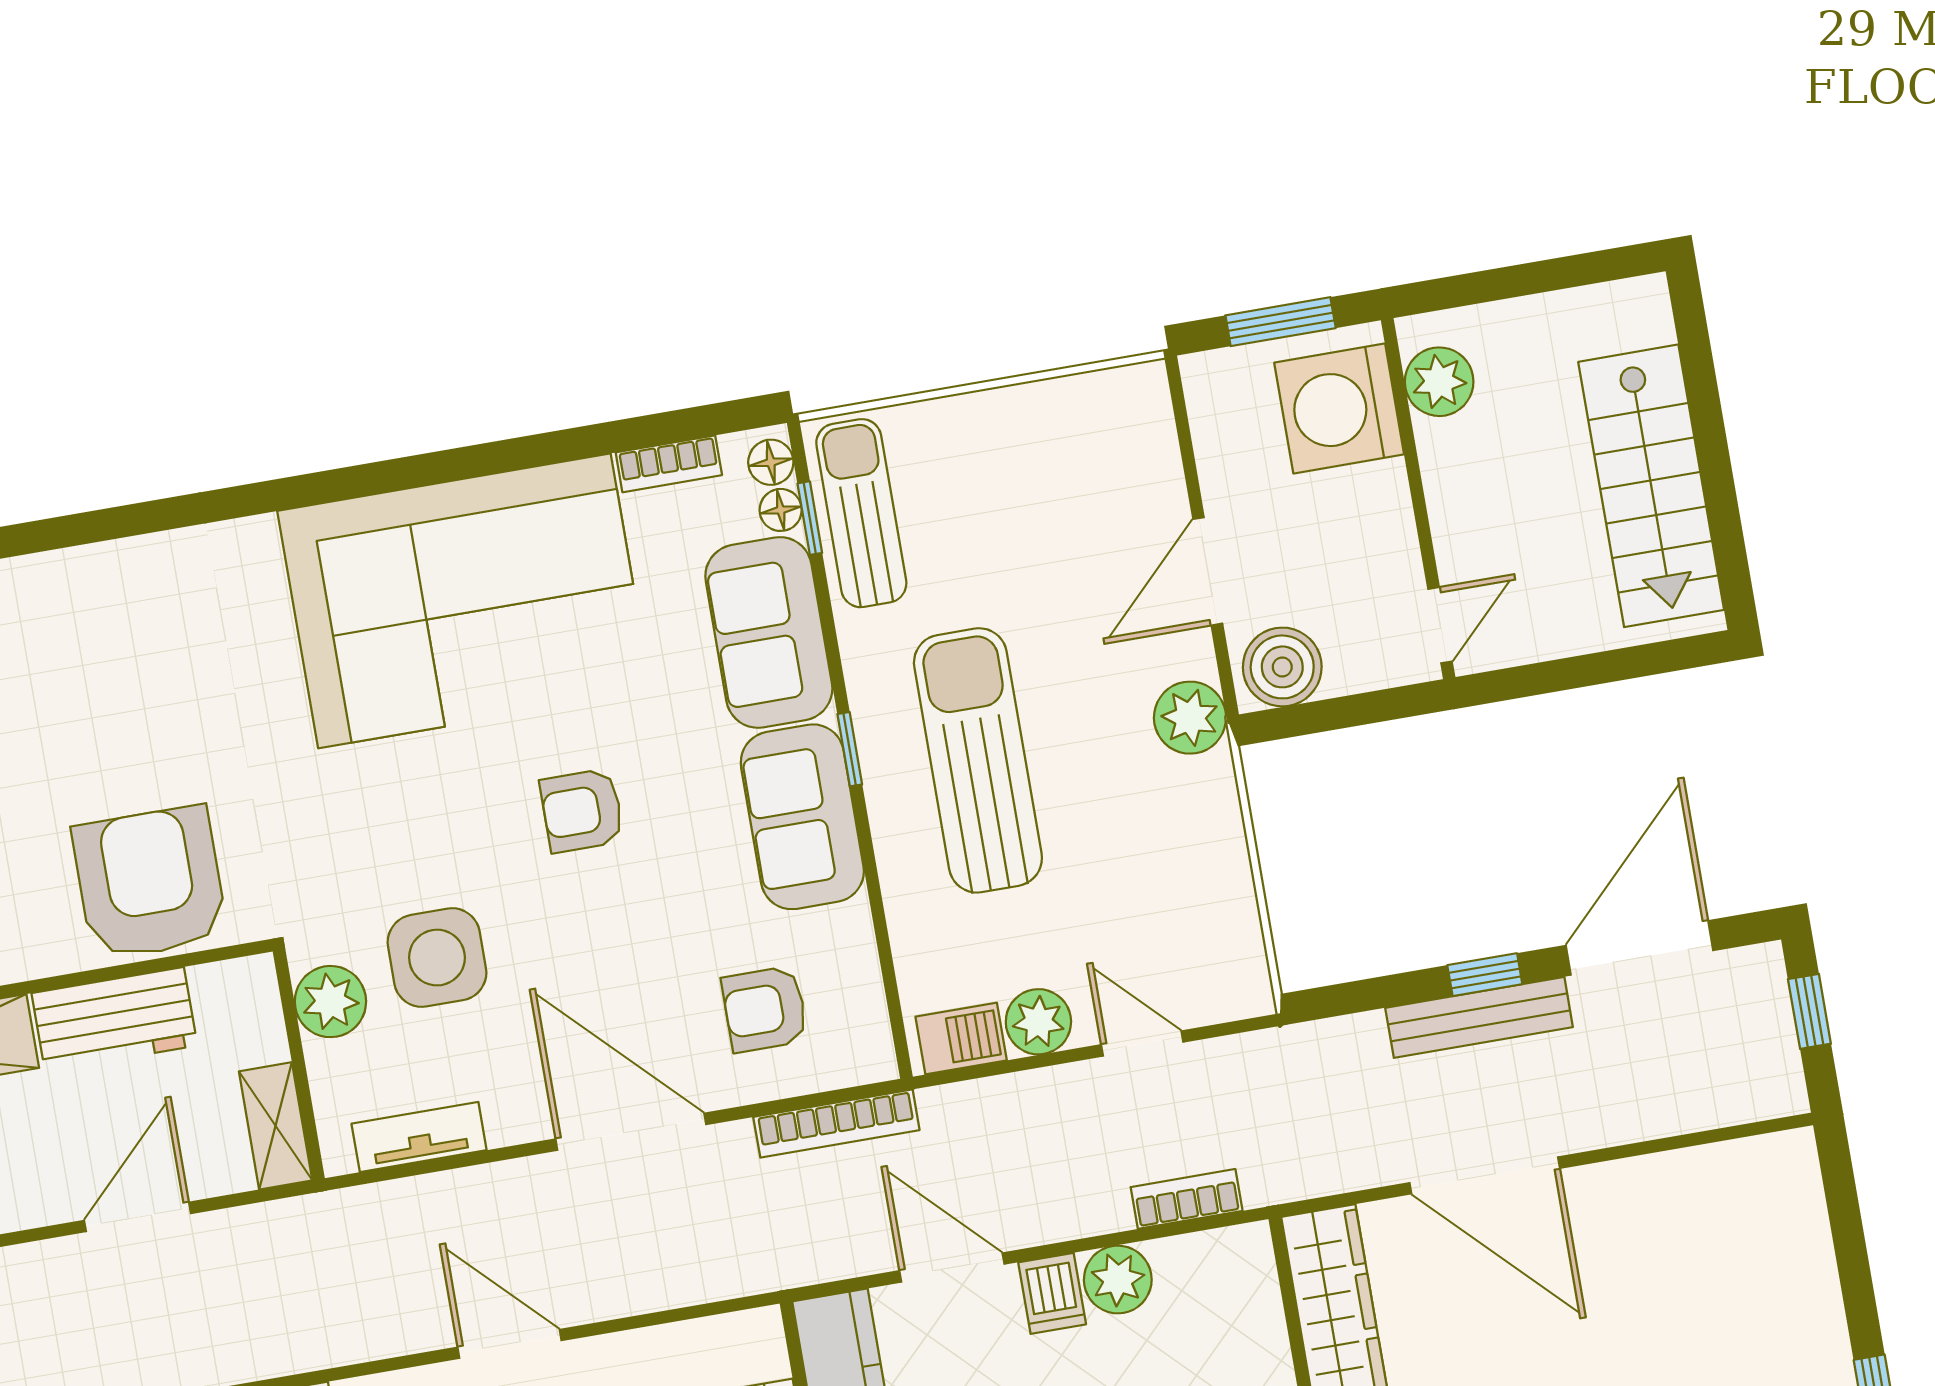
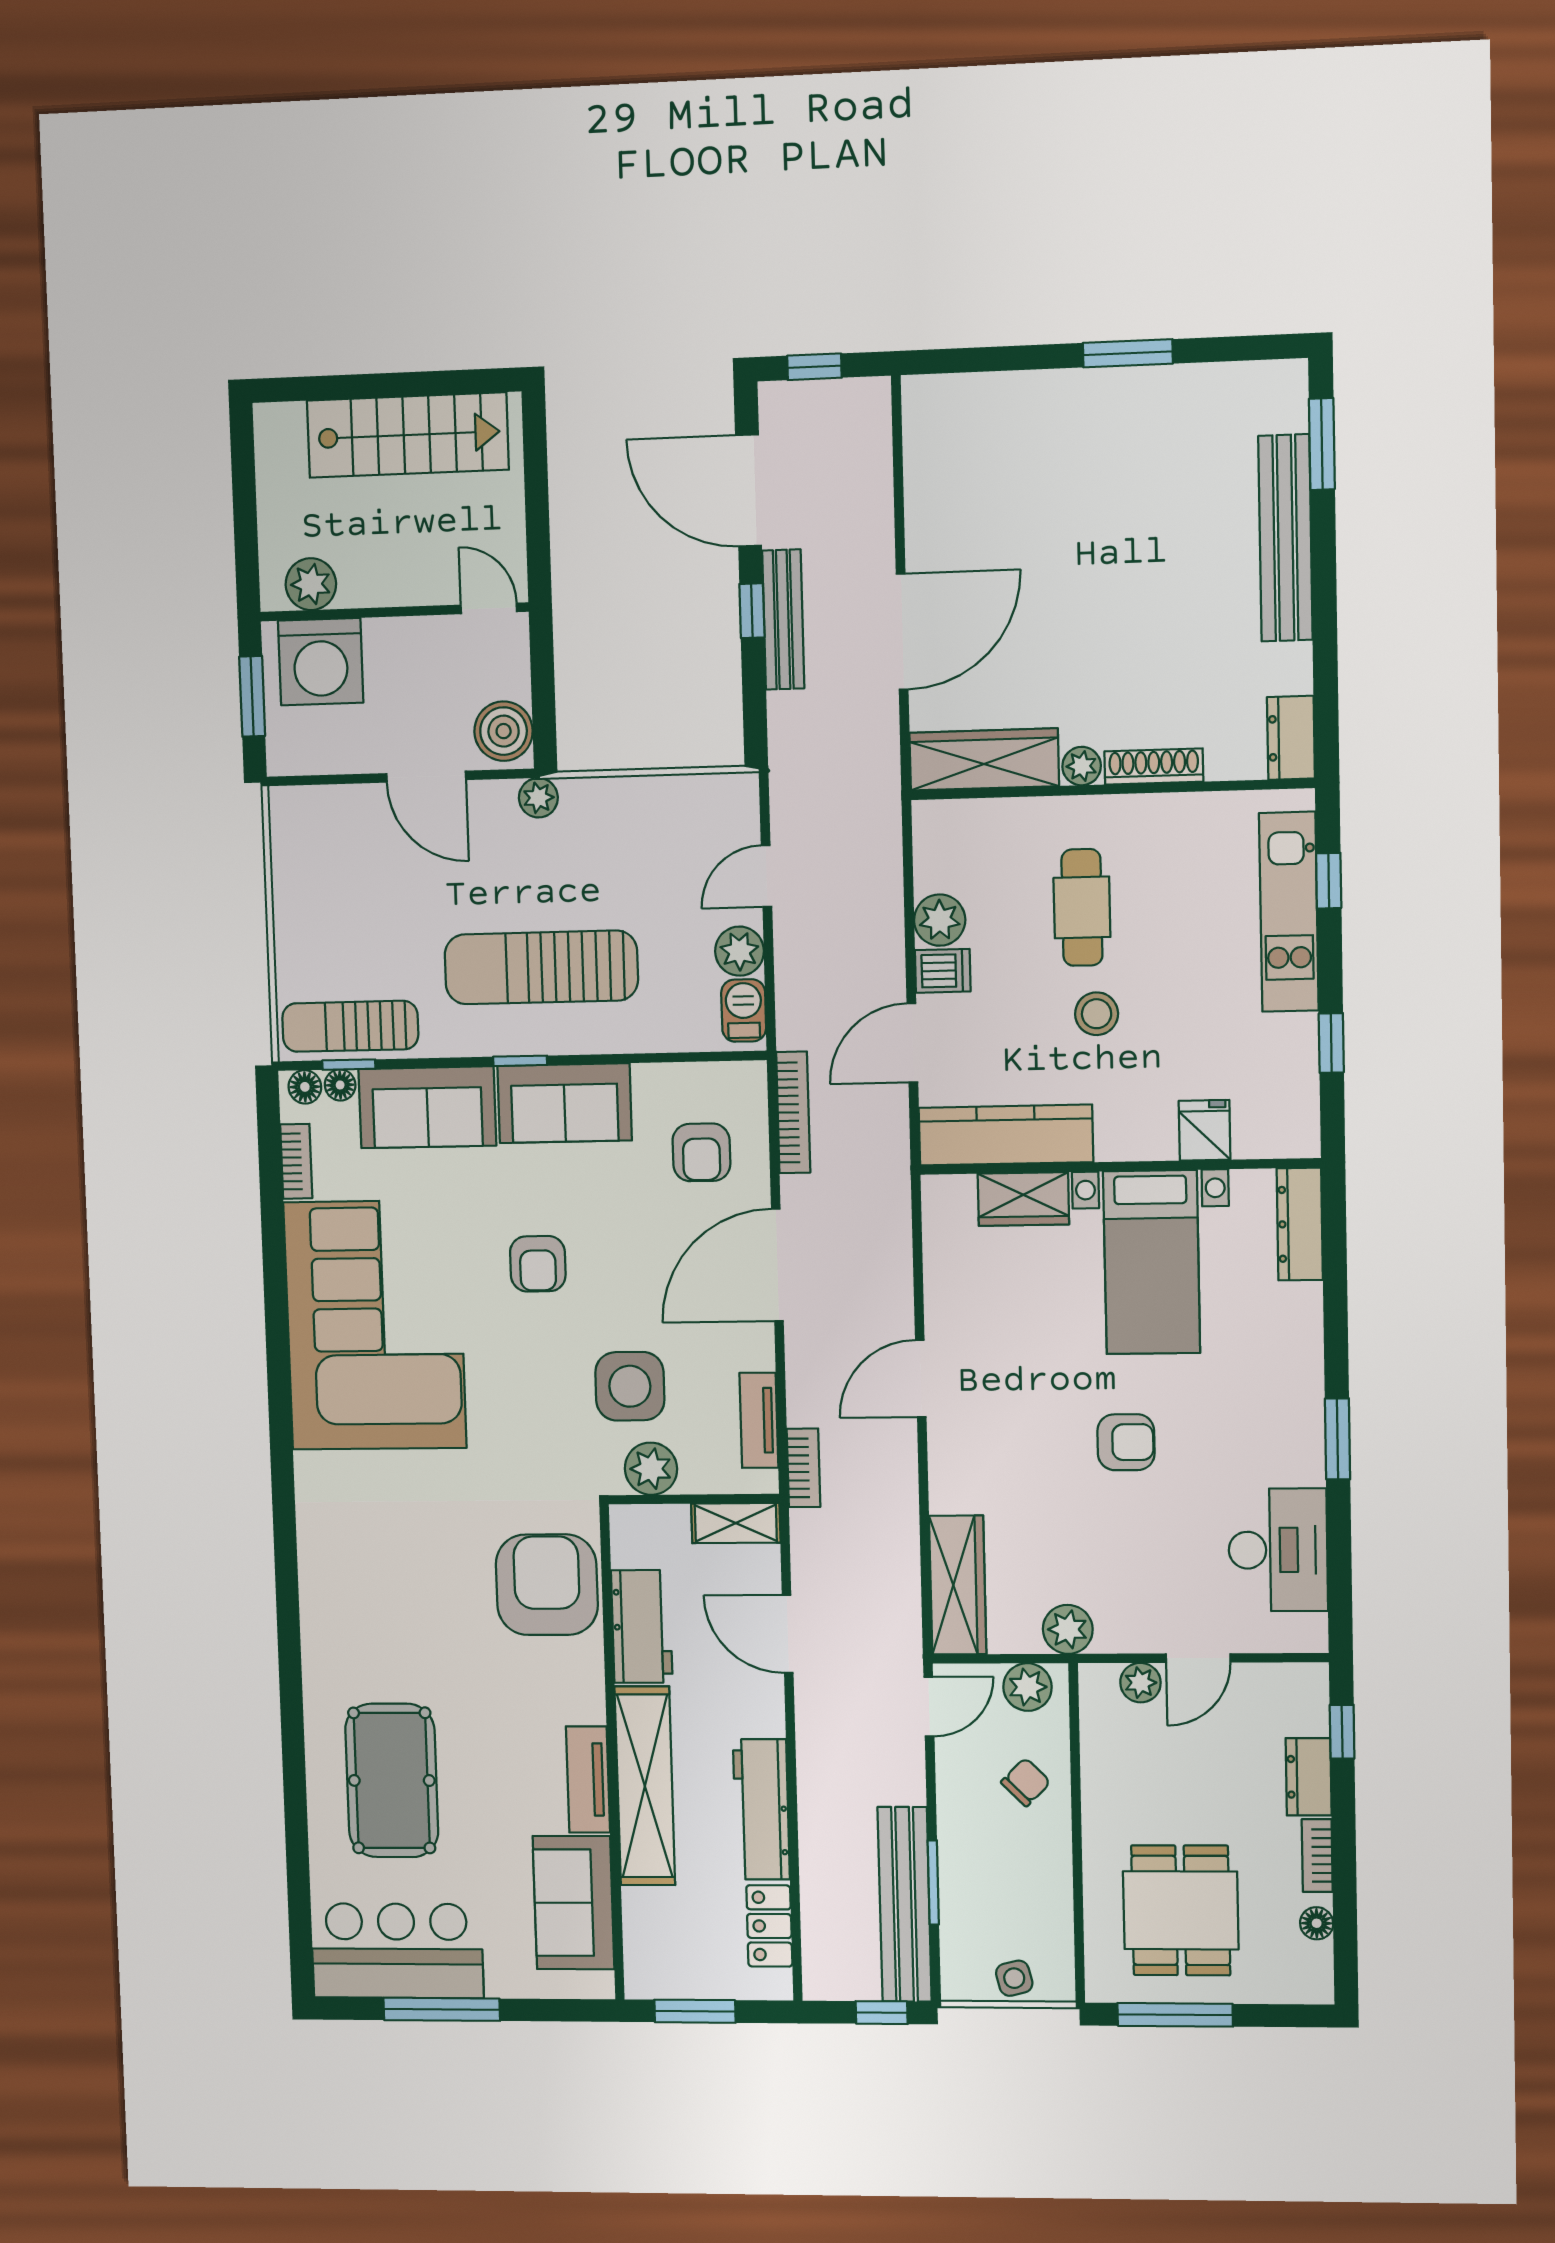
plant: (1190, 718) -> (538, 798), width x0.73, depth x0.73
armchair: (150, 883) -> (547, 1585), turned 90
bookcase: (1187, 1199) -> (803, 1468), moved, turned 180

